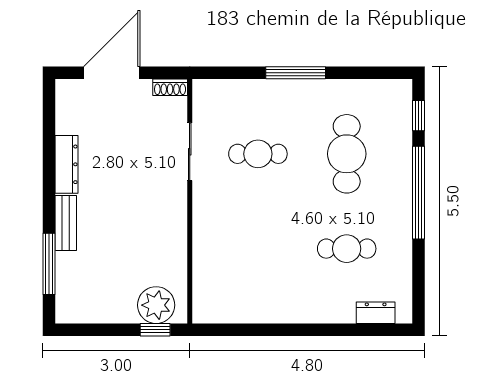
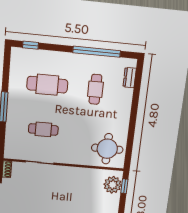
cafe table: (258, 154) -> (43, 129), turned 90
window: (419, 193) -> (97, 52), moved
round table: (230, 285) -> (107, 149), added

